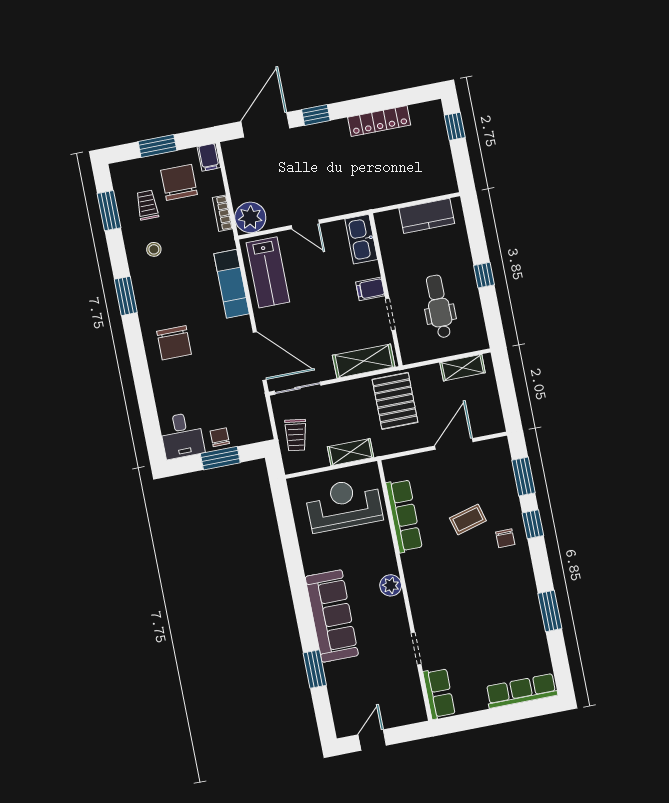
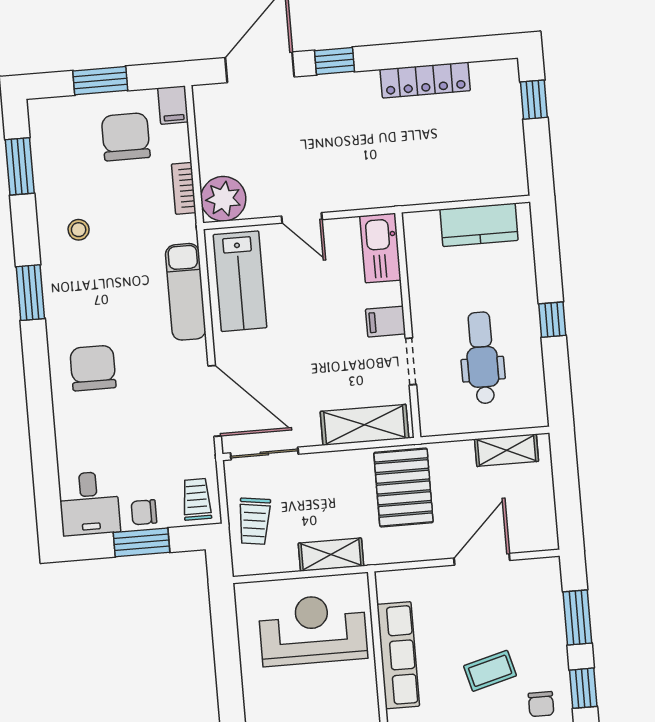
trolley: (147, 205) -> (197, 499), moved
chair: (174, 343) -> (93, 368), turned 180
chair: (220, 437) -> (144, 512), turned -90

